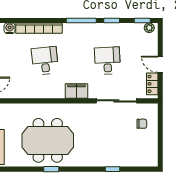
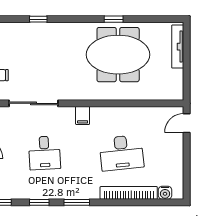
window: (81, 20) -> (77, 202), width x0.69
desk: (45, 61) -> (122, 153), width x1.37
filing cabinet: (77, 91) -> (83, 115), width x0.50

